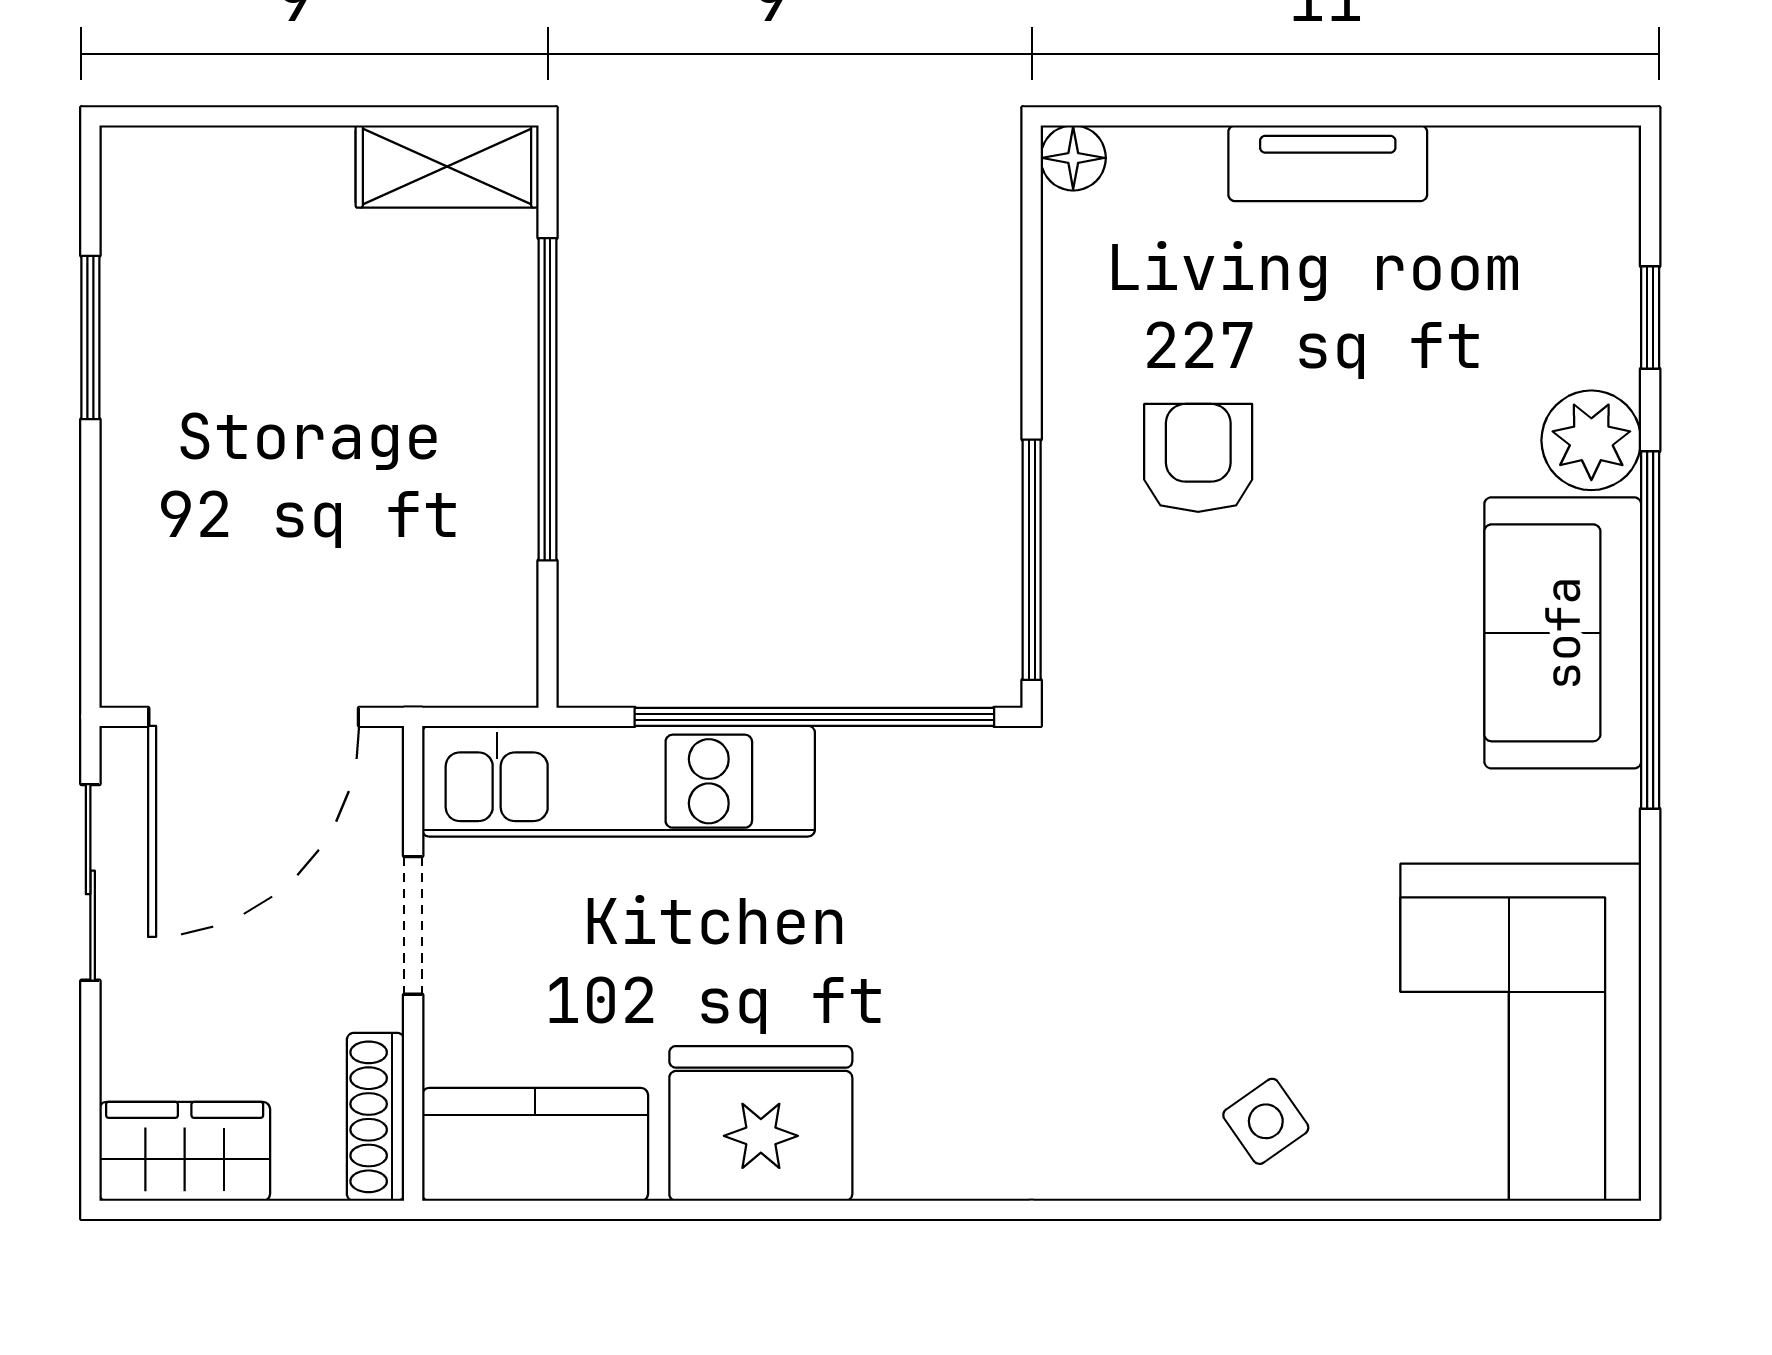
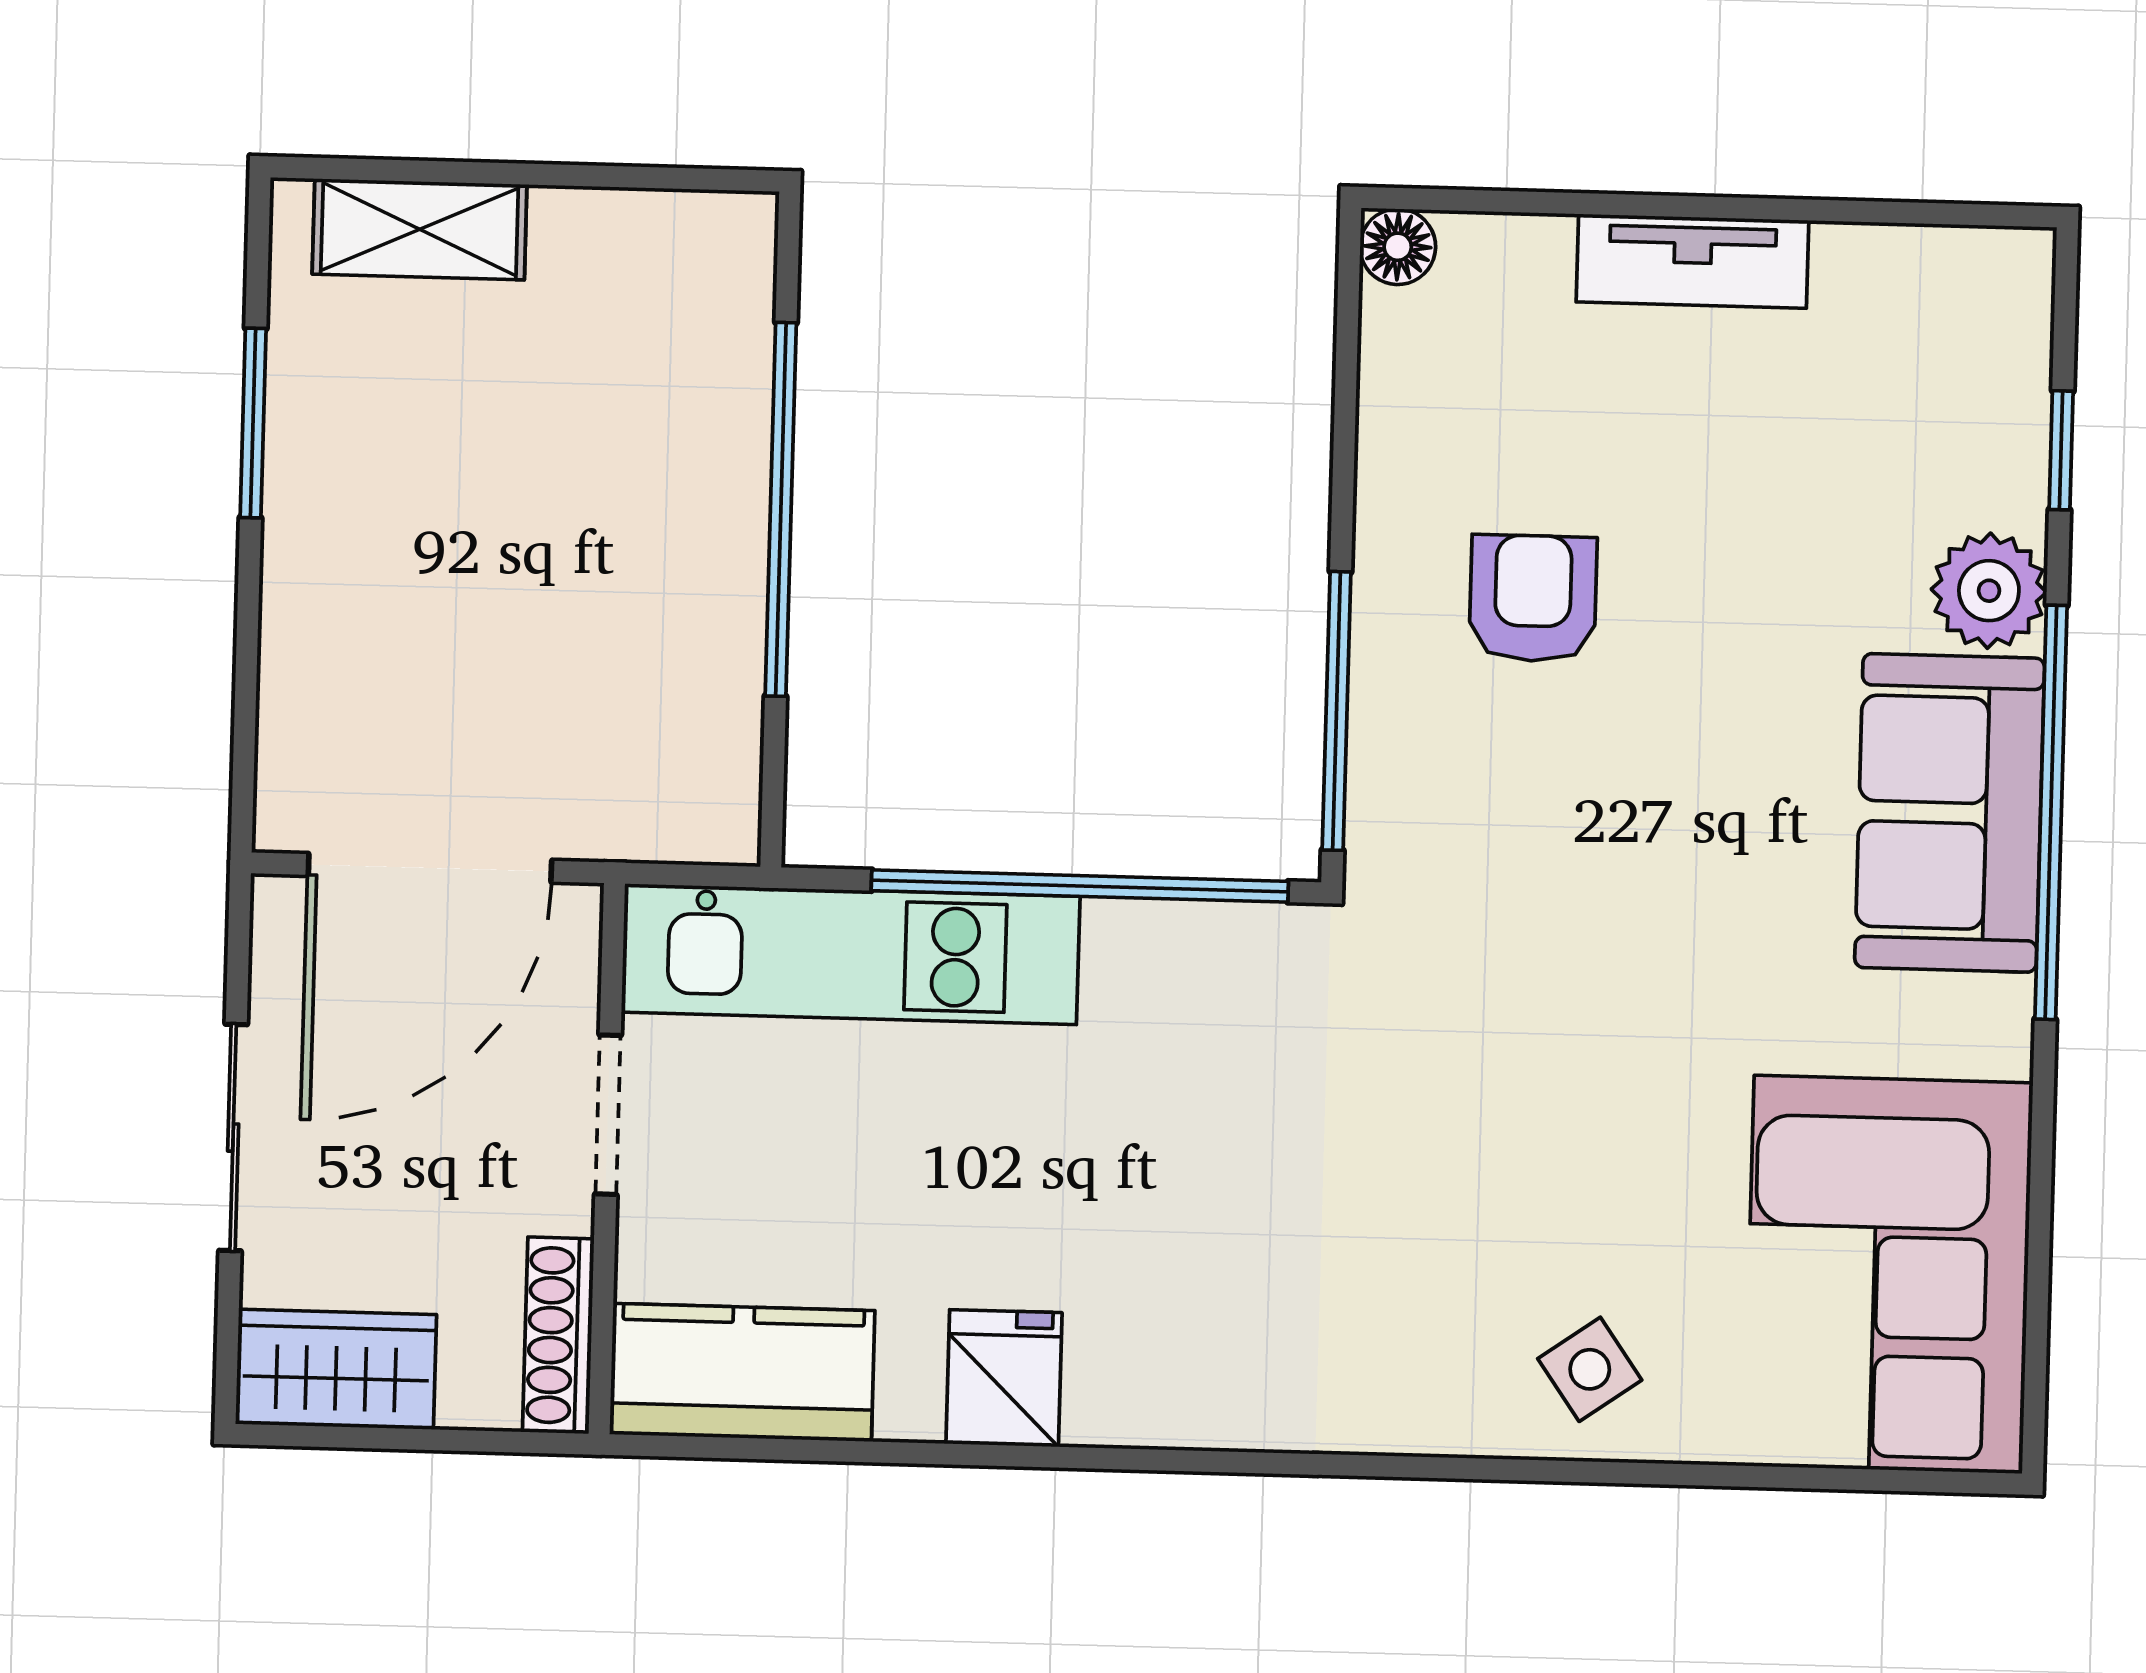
shelving: (447, 166) -> (420, 229), moved
sliding door: (90, 882) -> (233, 1138), moved
fridge: (761, 1123) -> (1004, 1378), width x0.53, depth x0.75

